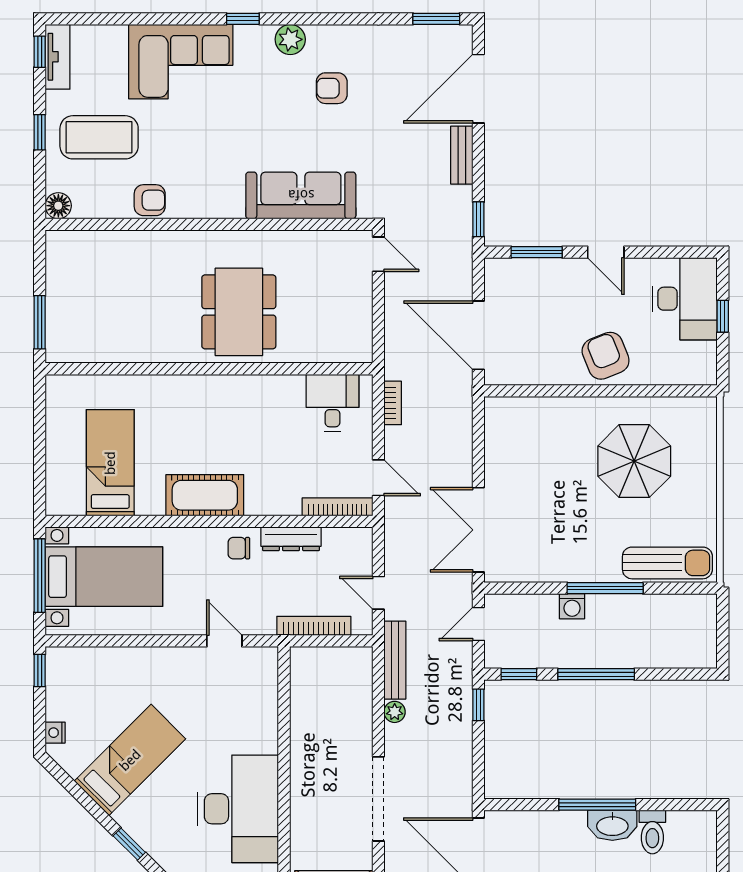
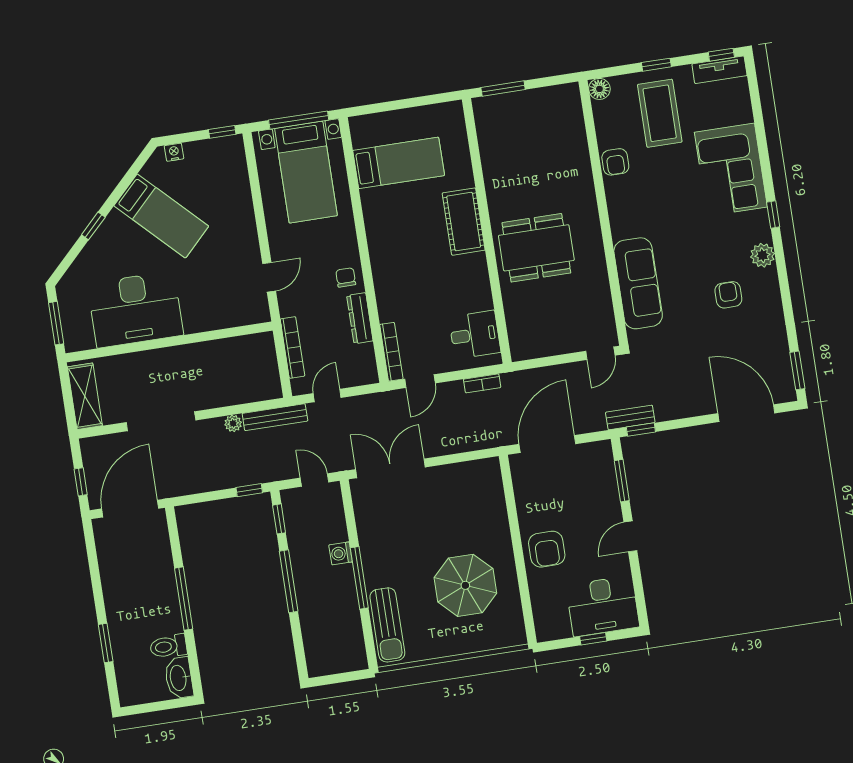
bench: (462, 155) -> (630, 417), moved
armchair: (606, 356) -> (547, 549), turned 112
cot: (205, 495) -> (464, 222), moved
washbasin: (612, 825) -> (179, 678), moved

